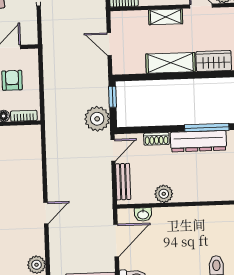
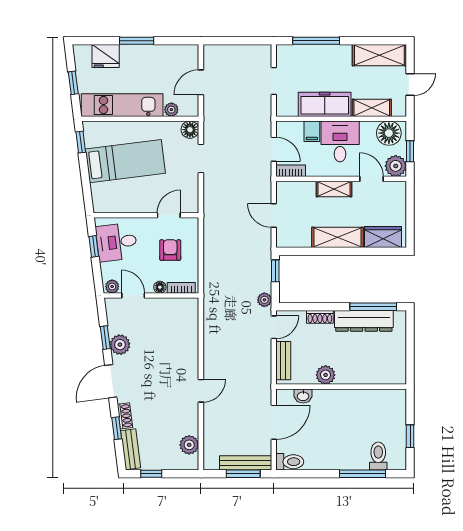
plant: (97, 119) -> (264, 300), width x0.53, depth x0.53

